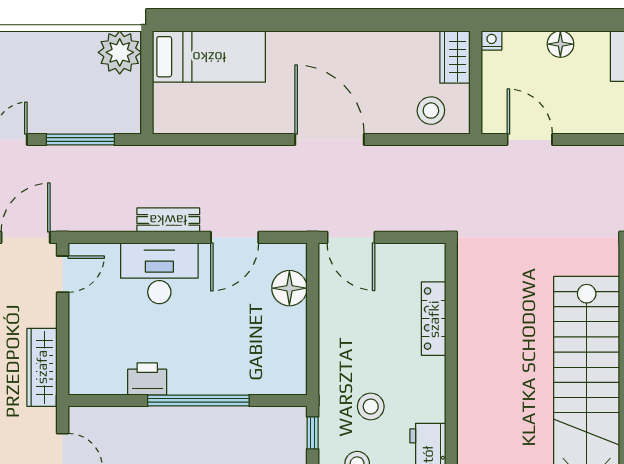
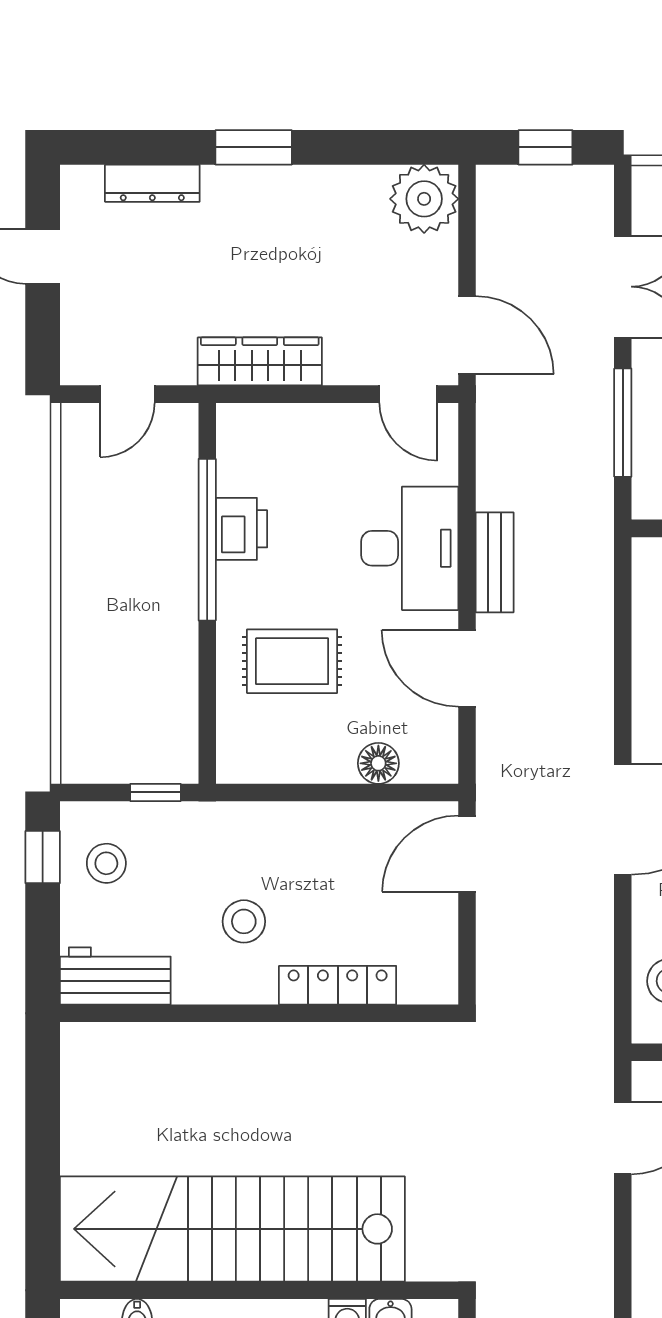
floor lamp: (289, 288) -> (378, 763), width x0.73, depth x0.73
rug: (230, 347) -> (292, 661), added
window: (198, 400) -> (207, 540), moved
stool: (371, 407) -> (244, 921), moved

